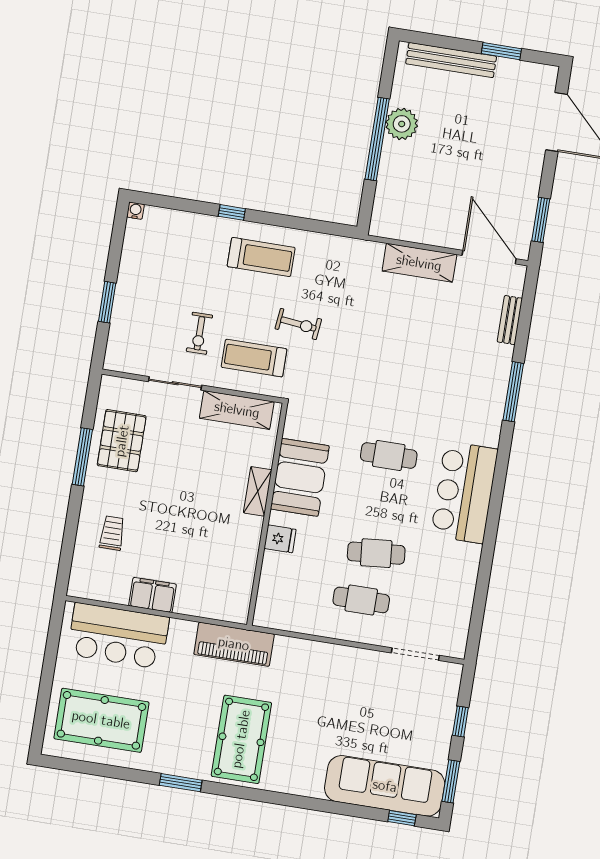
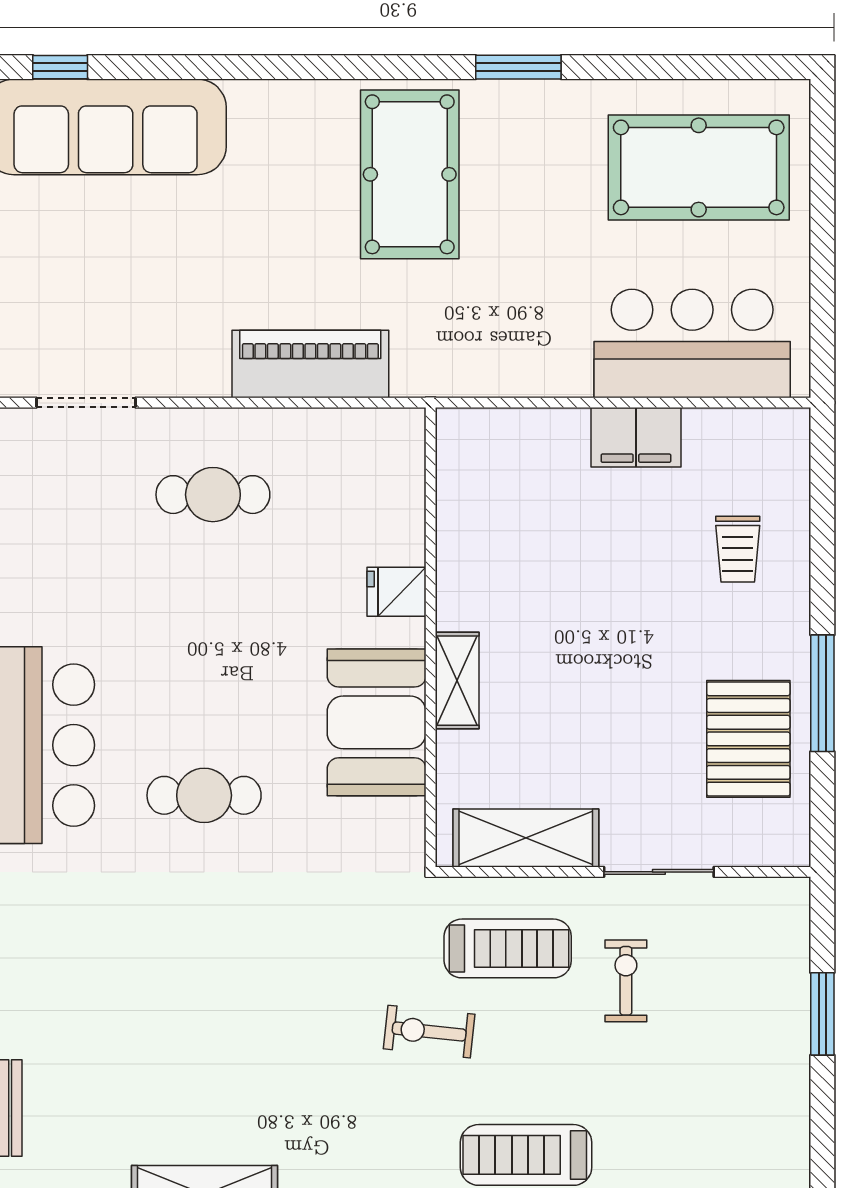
cafe table: (376, 553) -> (198, 594), removed
piano: (234, 644) -> (310, 364), moved

